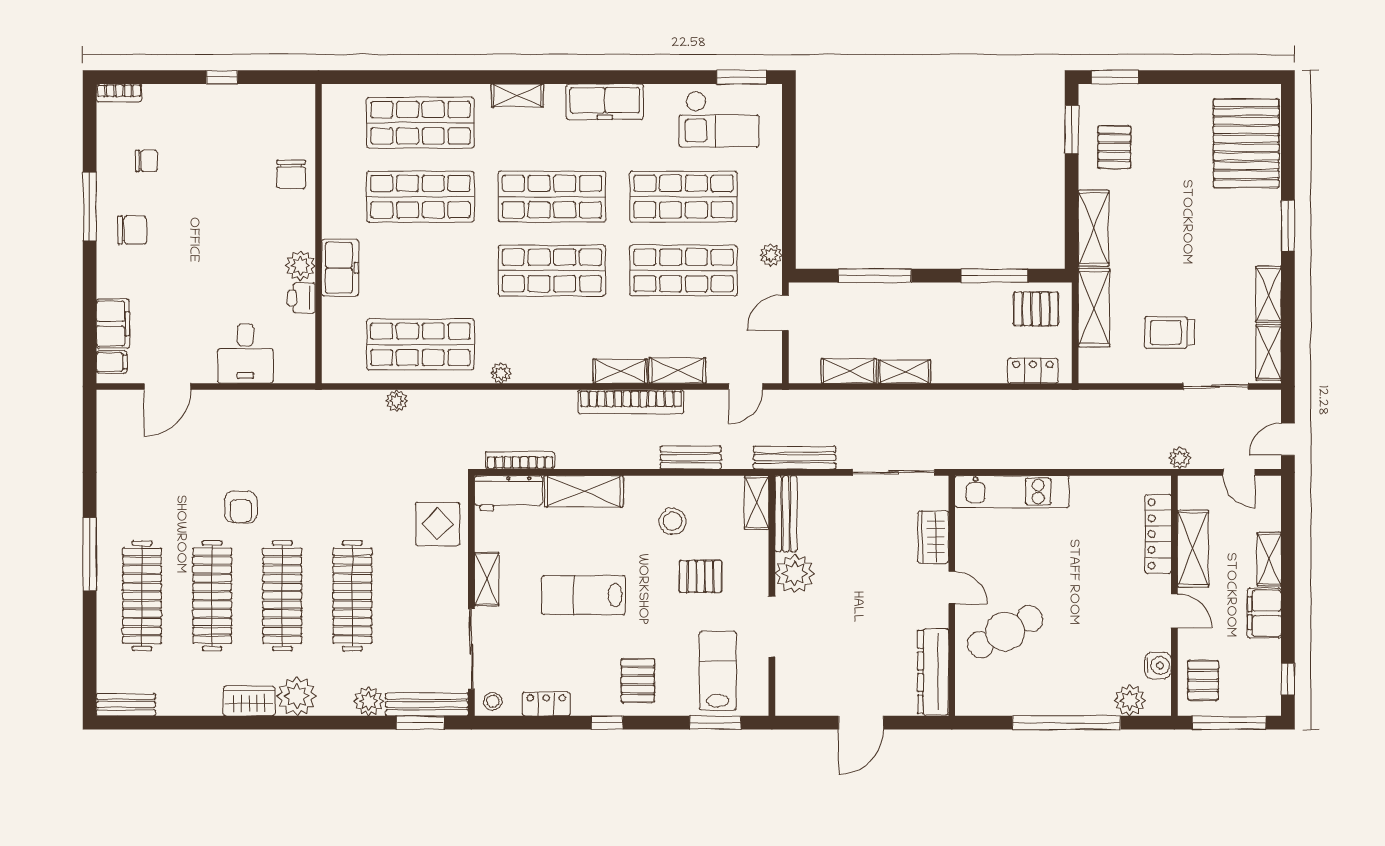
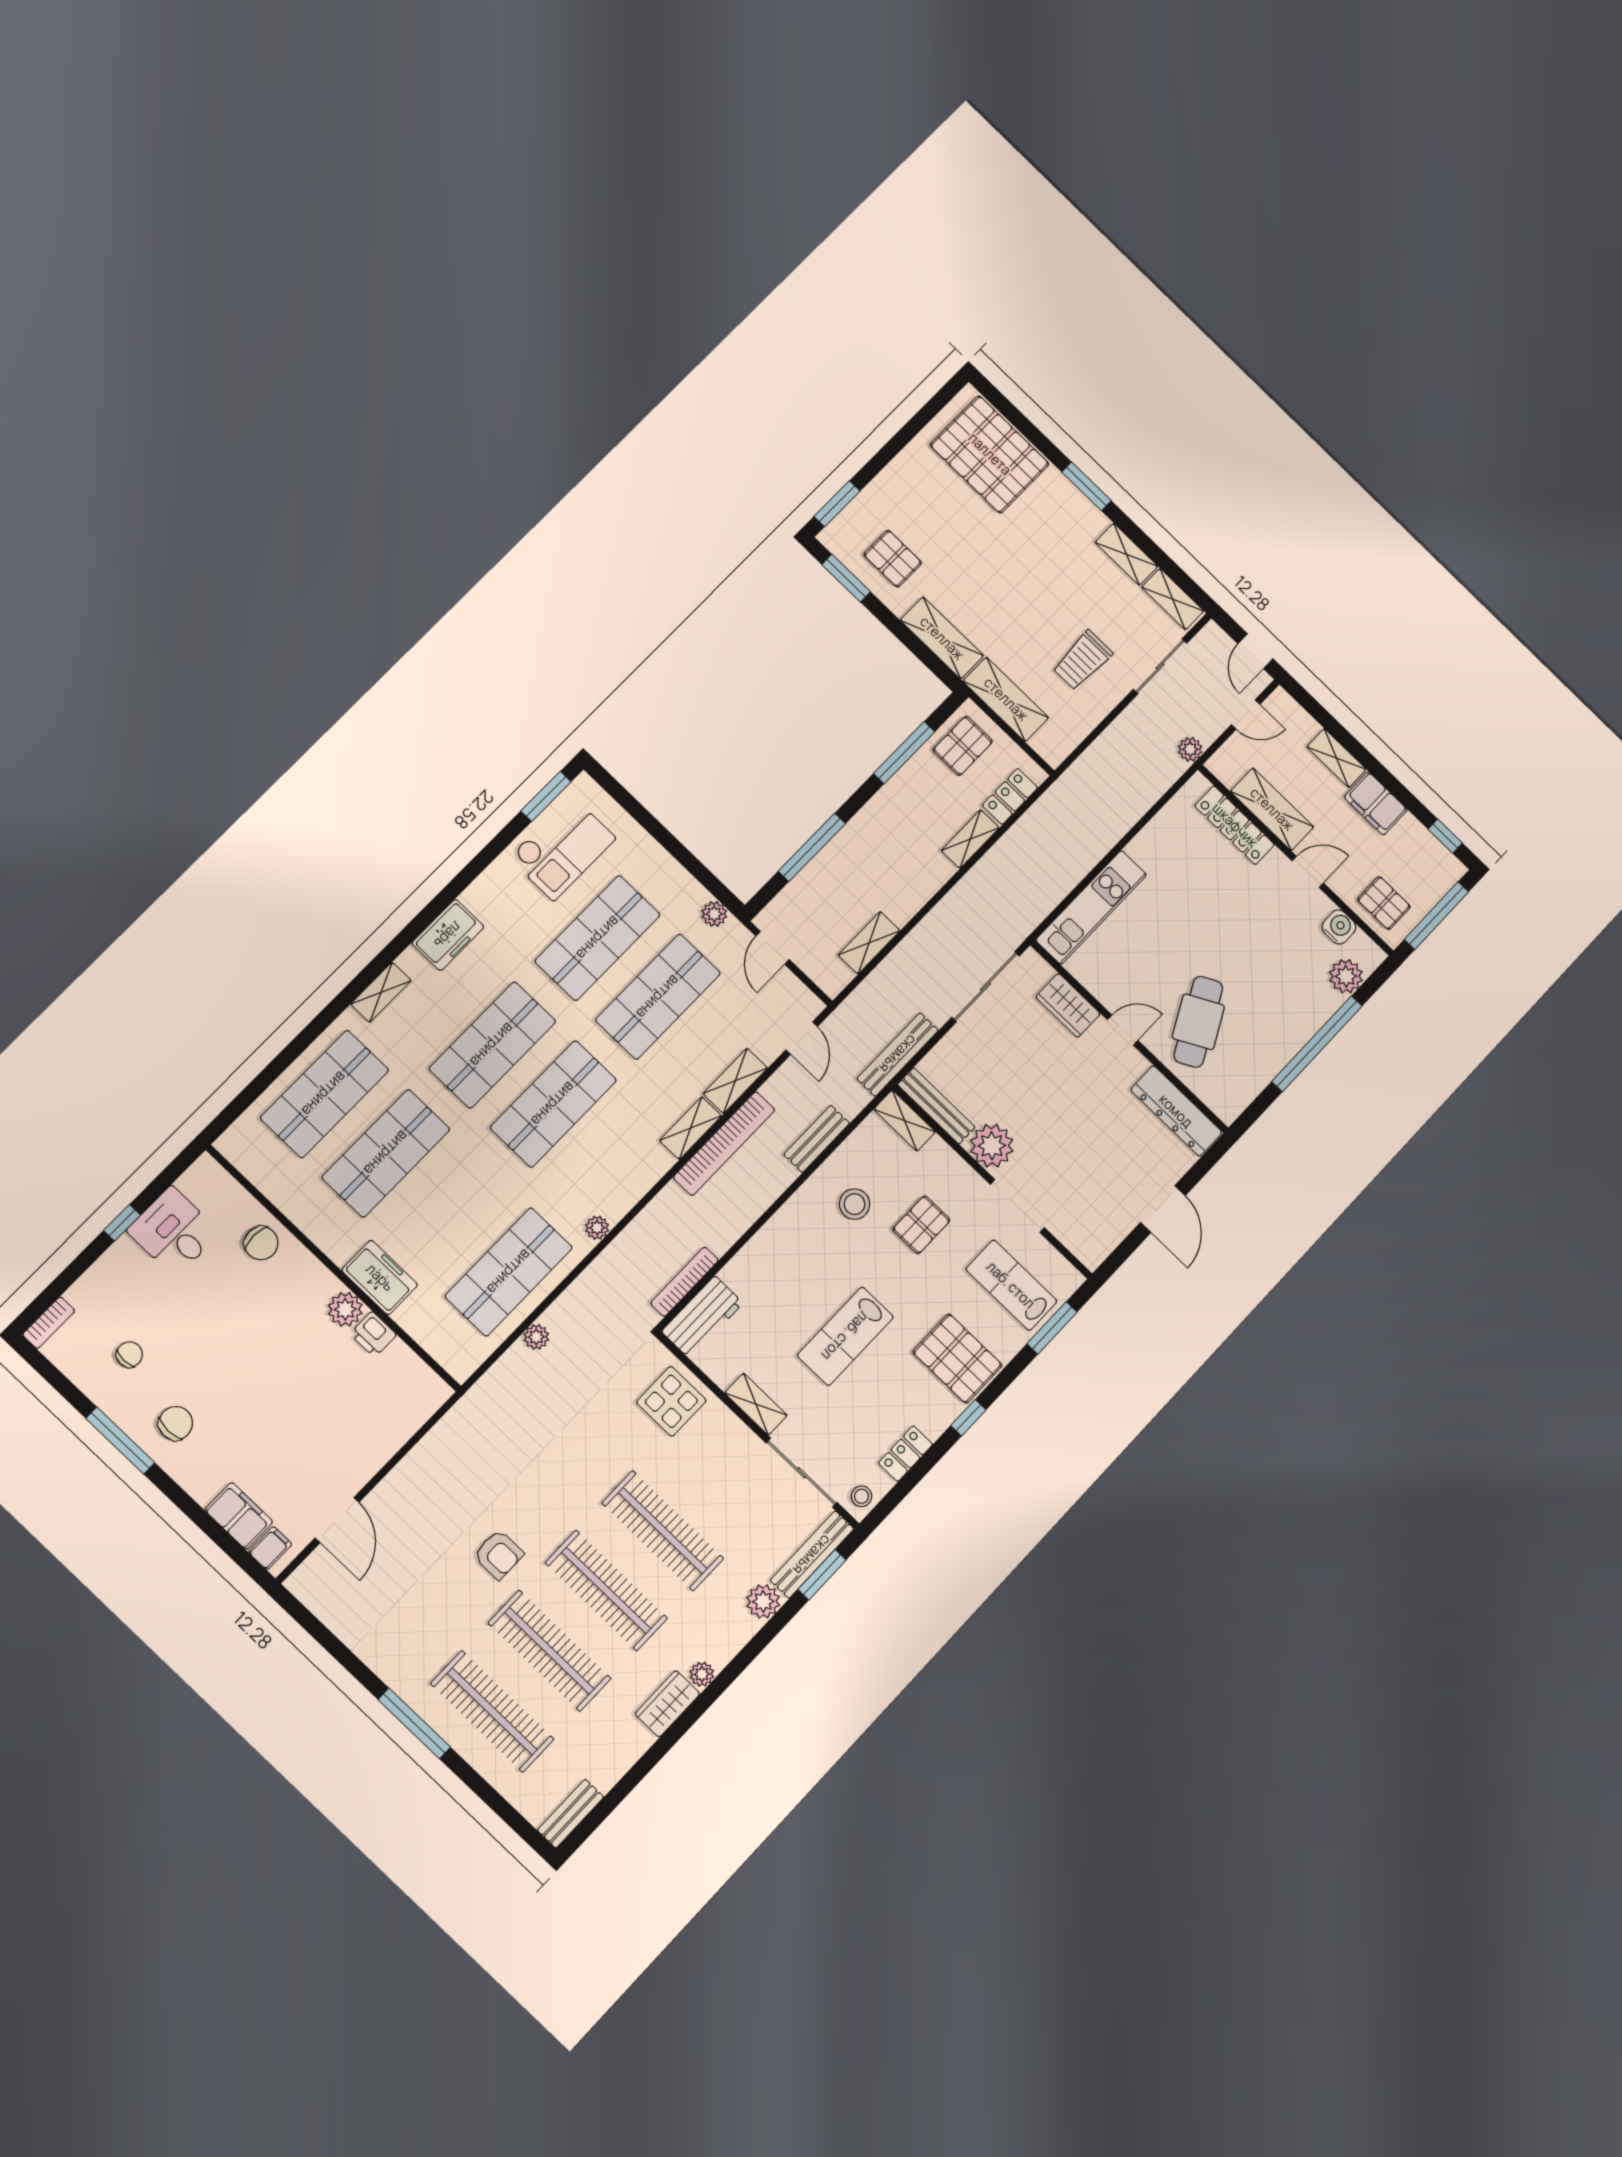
freezer: (605, 102) -> (448, 935), width x0.71
desk: (245, 353) -> (173, 1232), moved, turned 180
shelving: (904, 372) -> (970, 839), moved
shelving: (584, 491) -> (760, 1253), removed
pallet: (638, 680) -> (958, 1359), width x1.50, depth x1.42
plant: (297, 696) -> (702, 1674), width x0.53, depth x0.53

